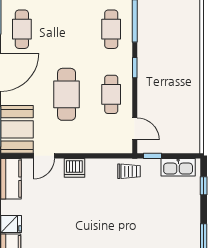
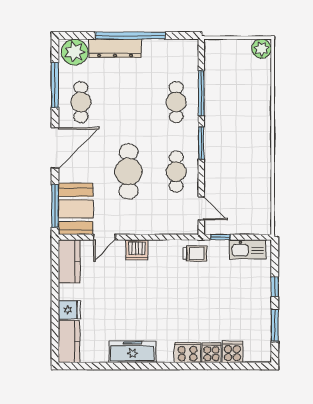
window: (135, 68) -> (201, 143), width x1.50
window: (204, 186) -> (275, 287), moved

